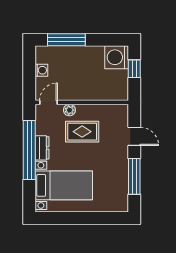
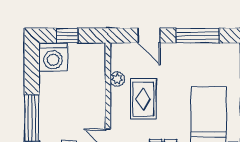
plant: (69, 110) -> (117, 79), moved
door: (134, 136) -> (149, 36), swing flipped

